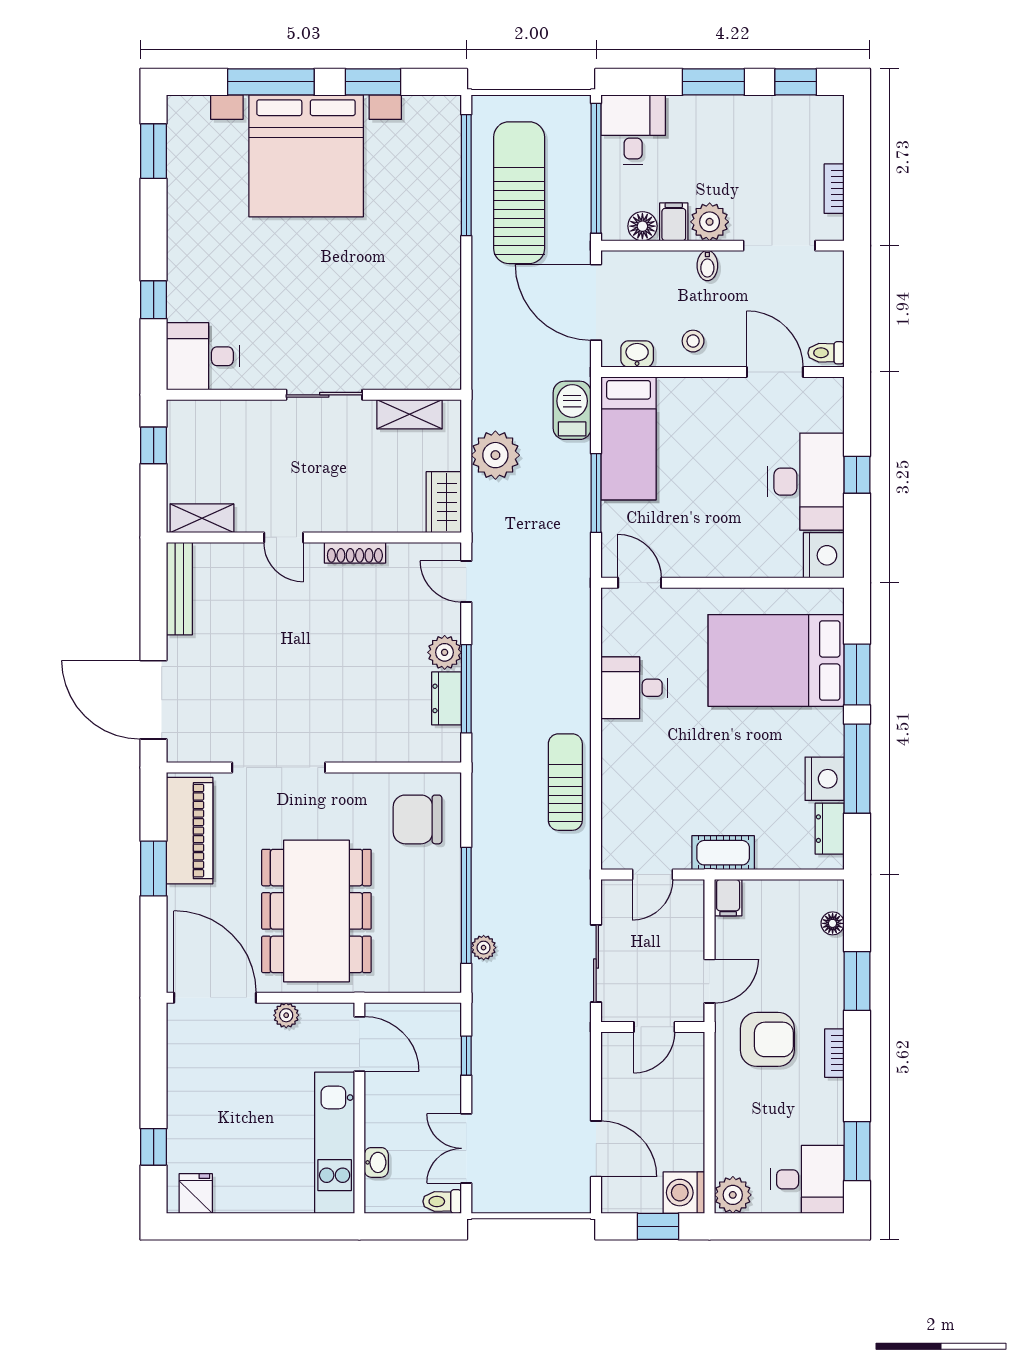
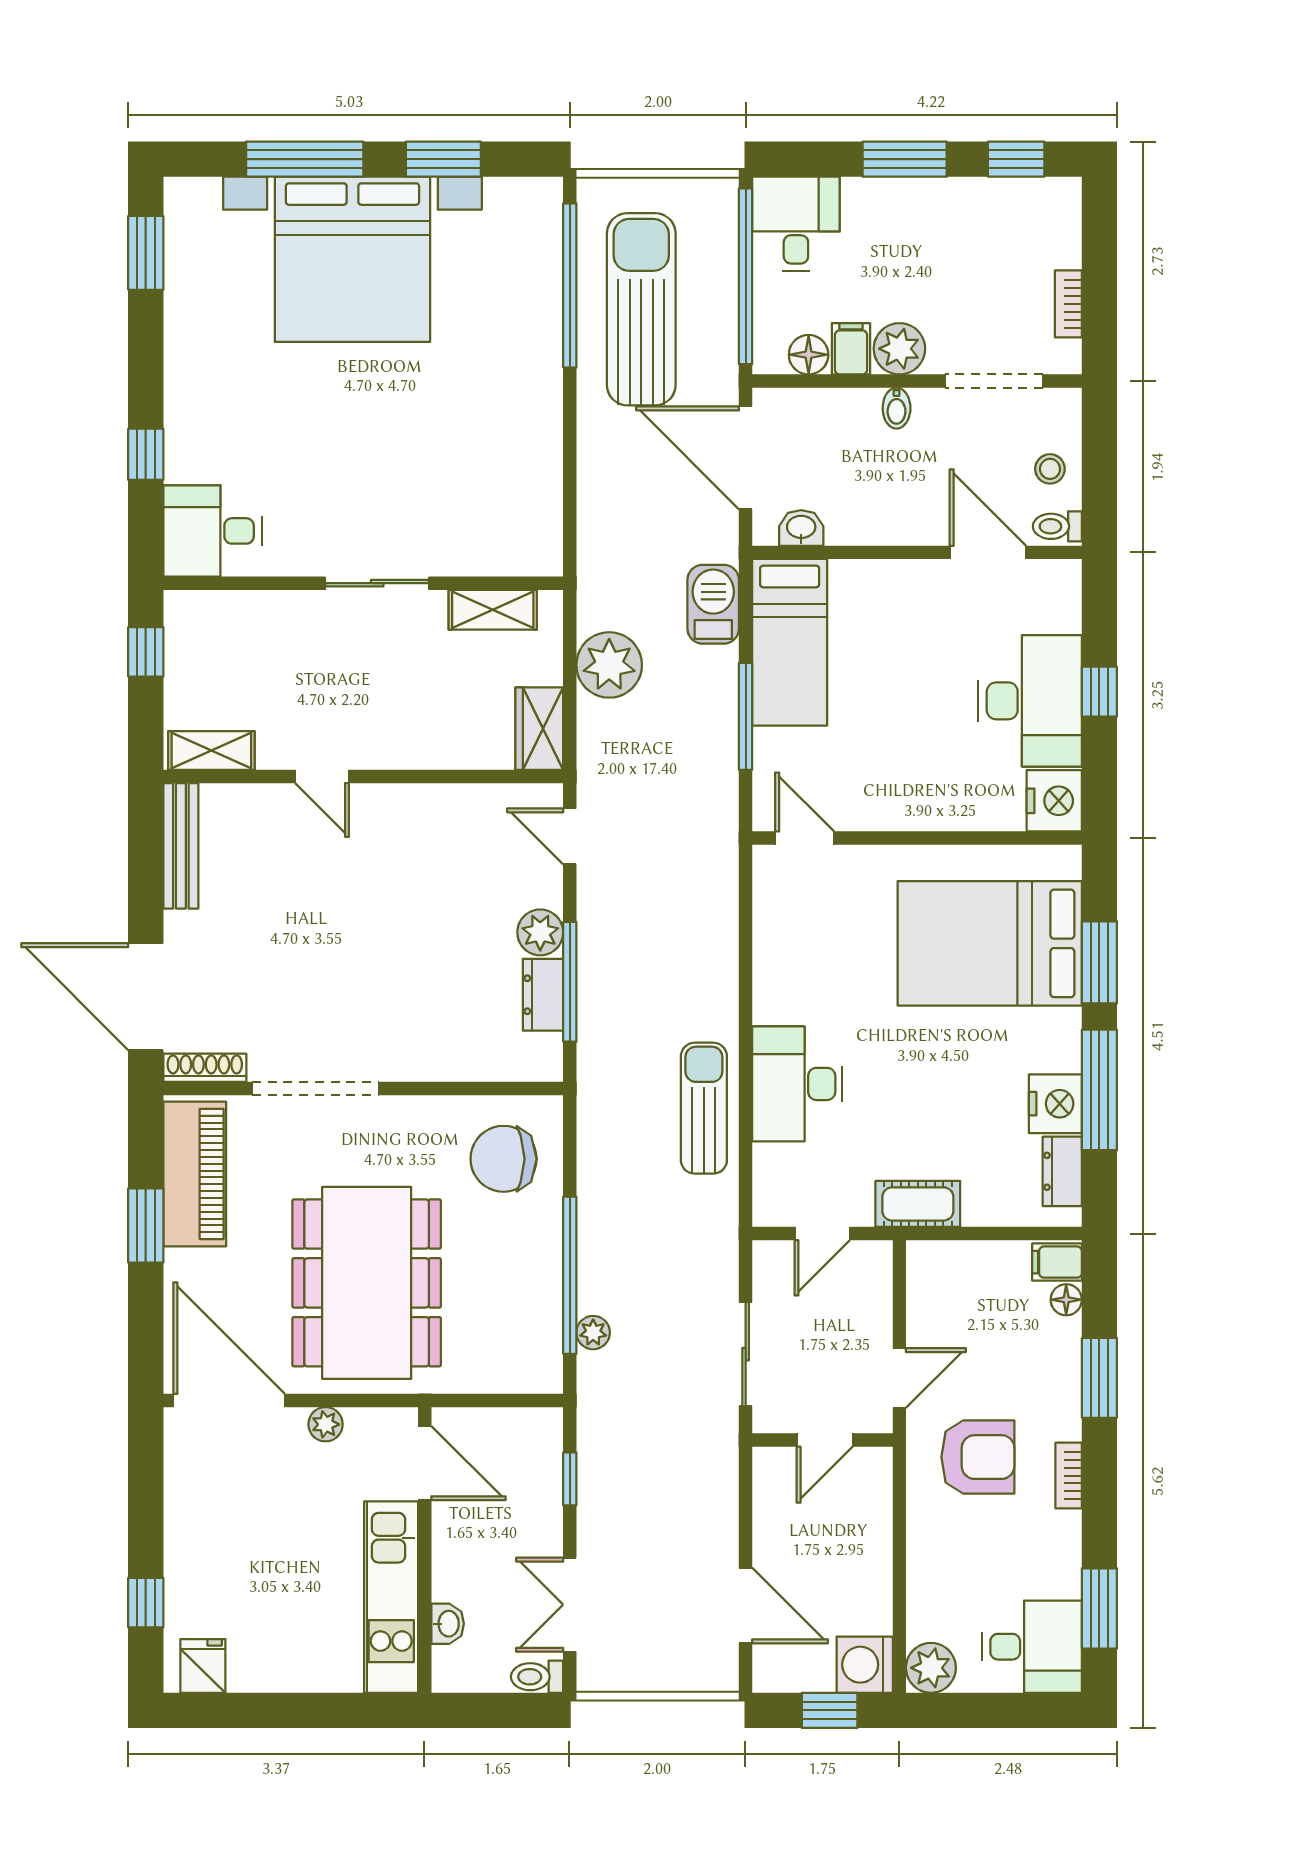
stool: (693, 341) -> (1050, 469), moved
shoe rack: (355, 553) -> (205, 1068), moved, turned 180
desk: (634, 688) -> (797, 1084), moved, width x1.37
filing cabinet: (728, 898) -> (1057, 1262), moved, turned 90

